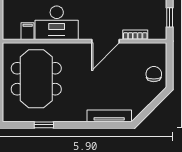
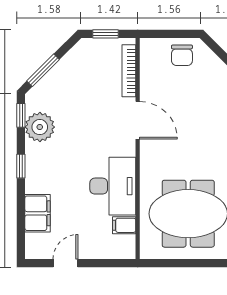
bookcase: (135, 35) -> (129, 71), width x1.56
chair: (154, 74) -> (182, 55), turned -90

